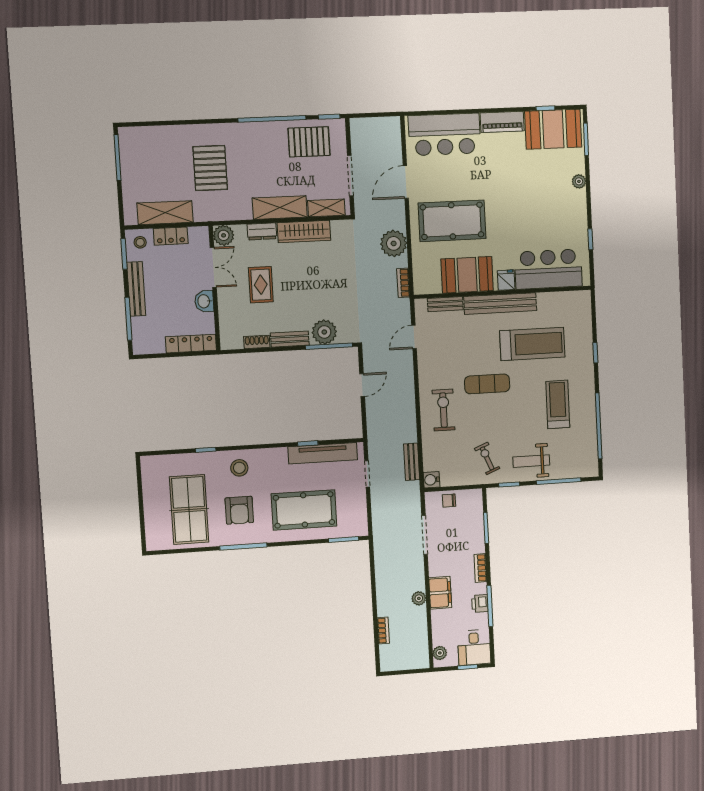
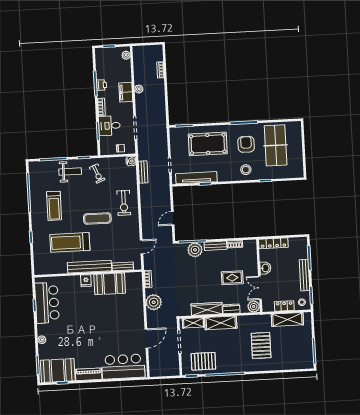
pool table: (452, 221) -> (119, 316), removed
bar counter: (548, 269) -> (47, 303), moved, turned -90
rug: (261, 285) -> (232, 278), turned 90
desk: (474, 647) -> (109, 126), moved, turned -90

